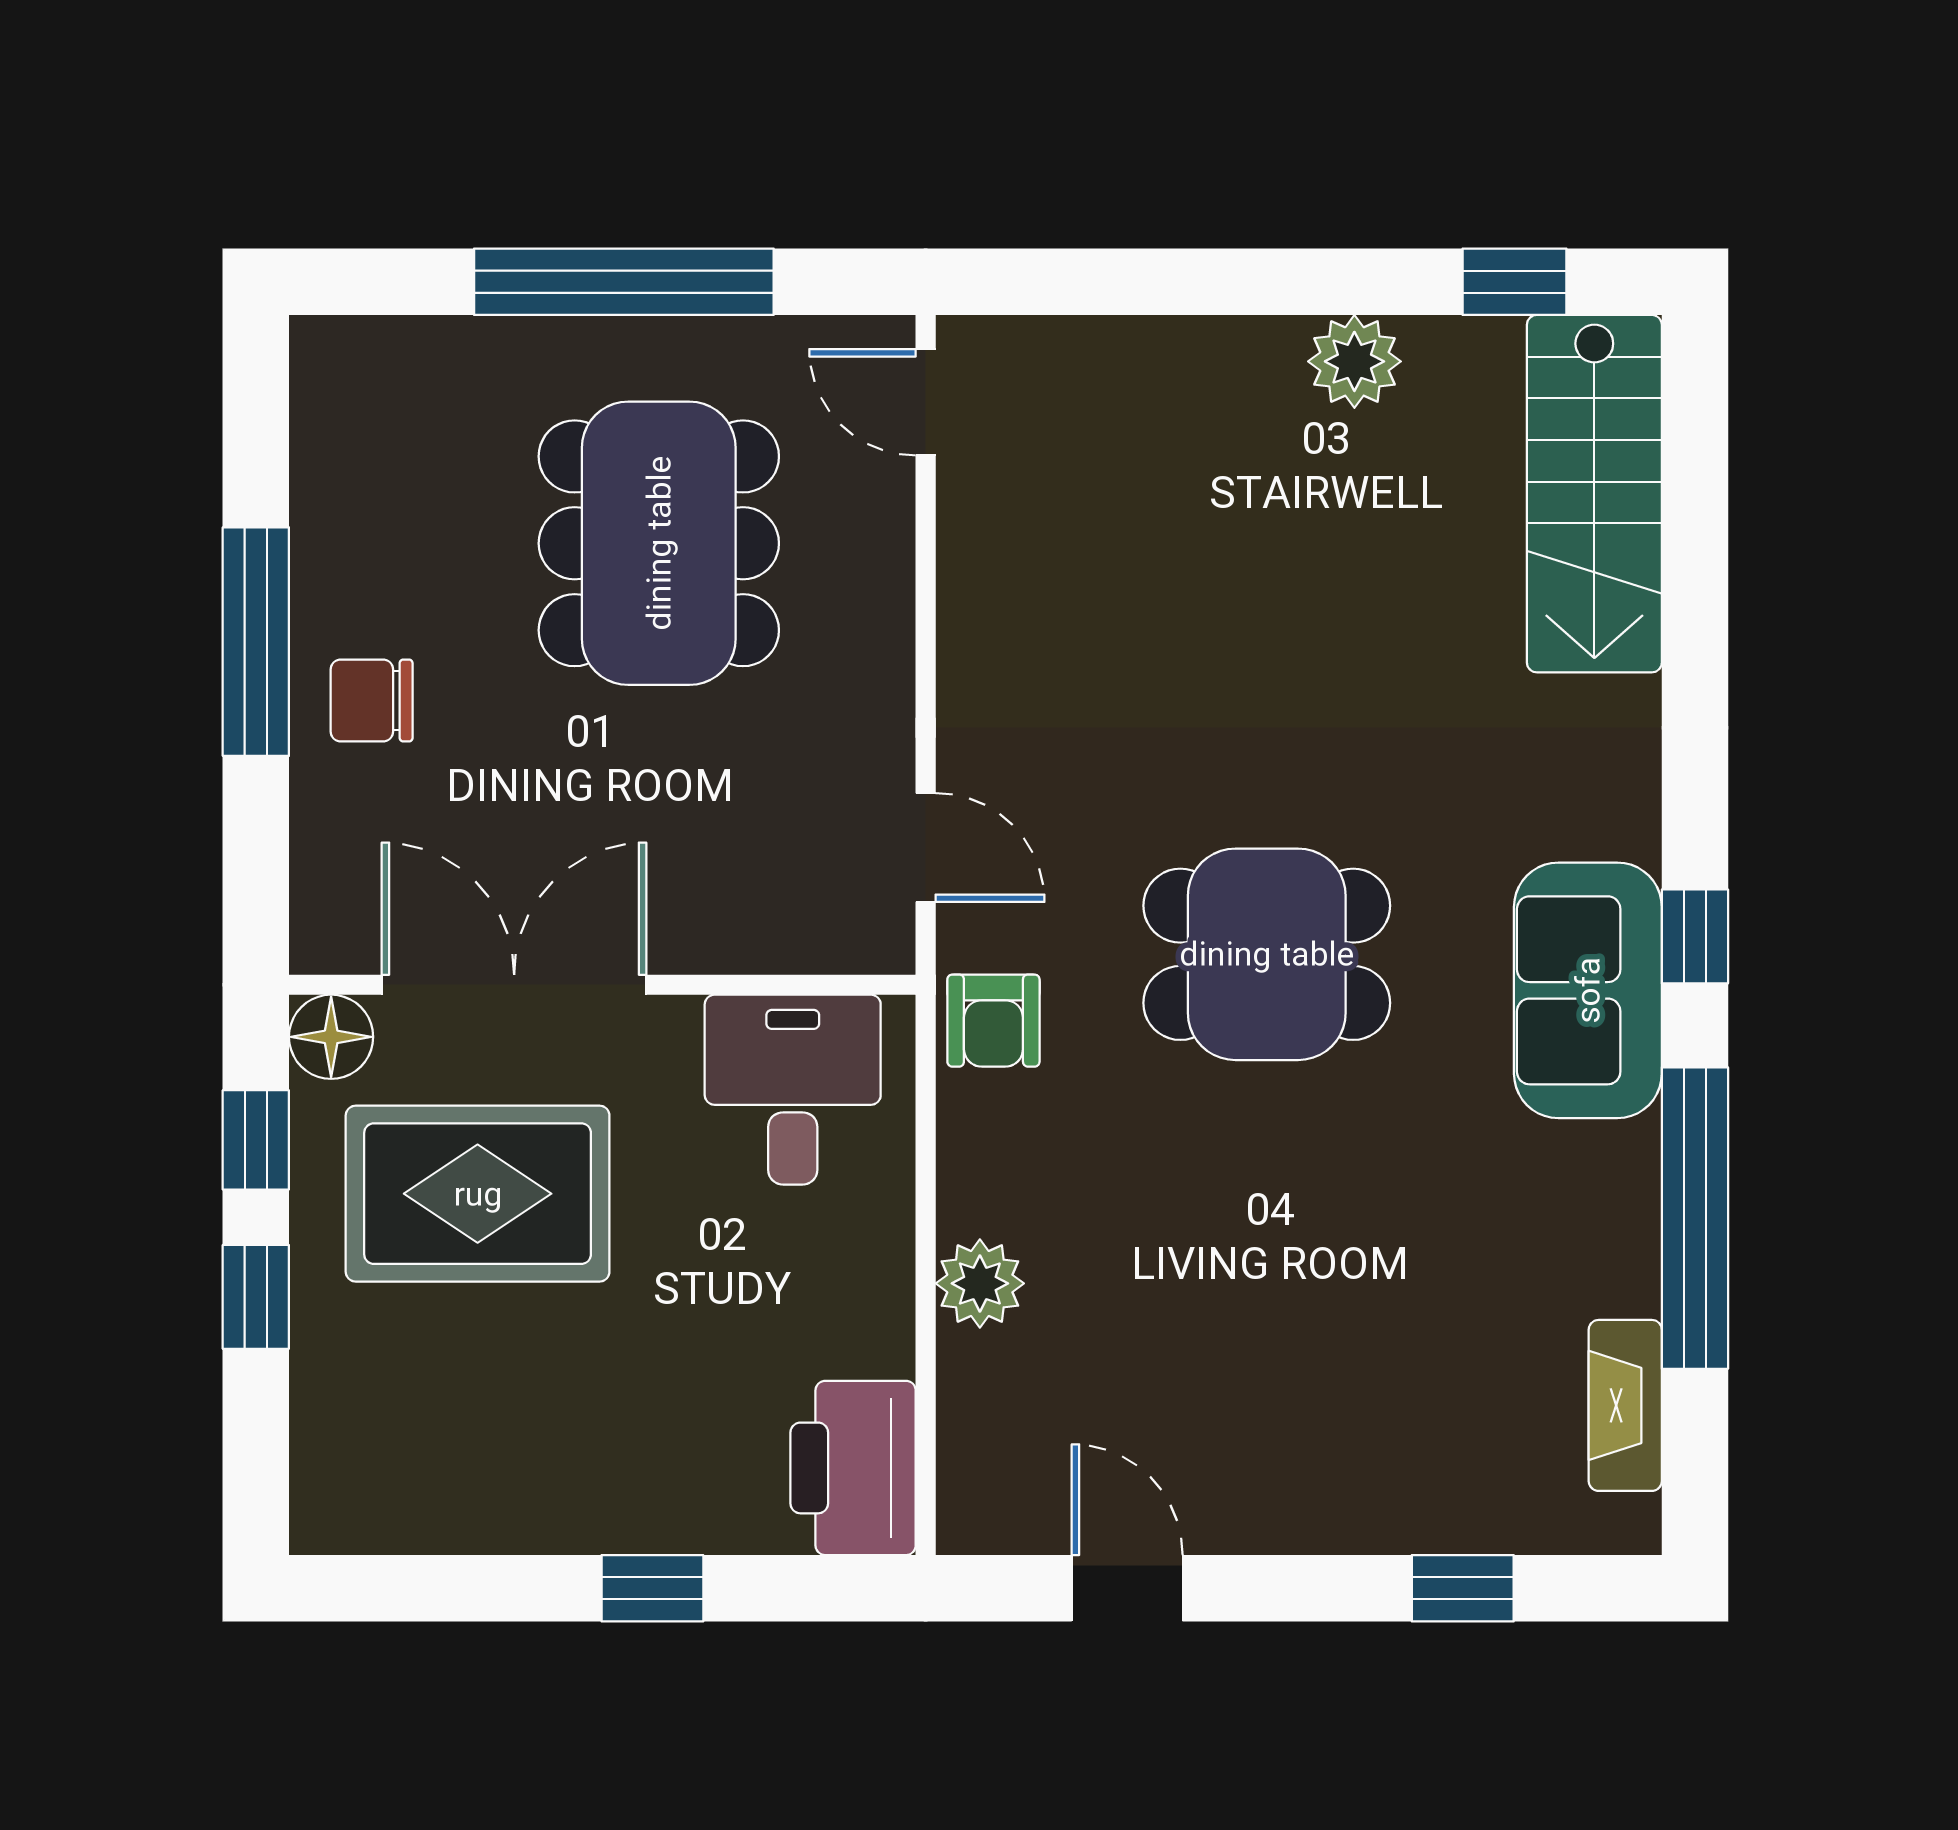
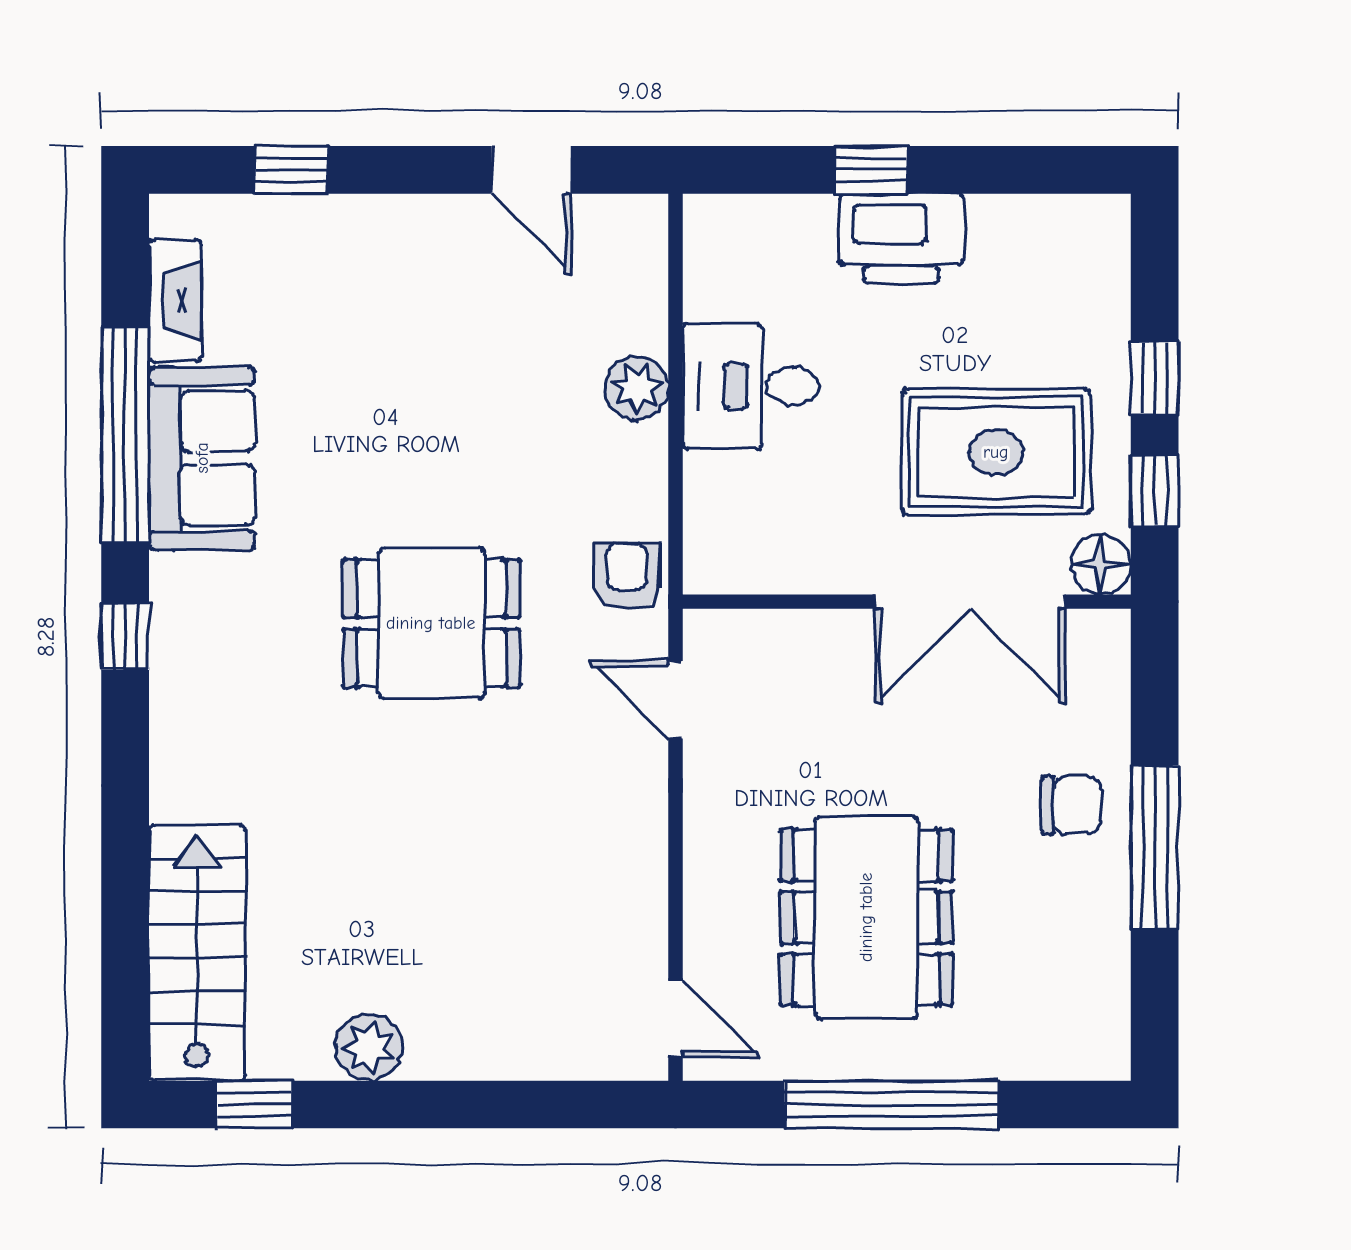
sofa: (1588, 990) -> (202, 458), moved
desk: (793, 1090) -> (750, 386), moved, turned 90
printer: (853, 1468) -> (901, 238), moved, turned 90

